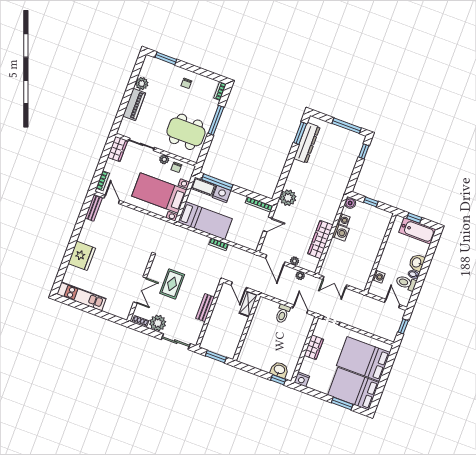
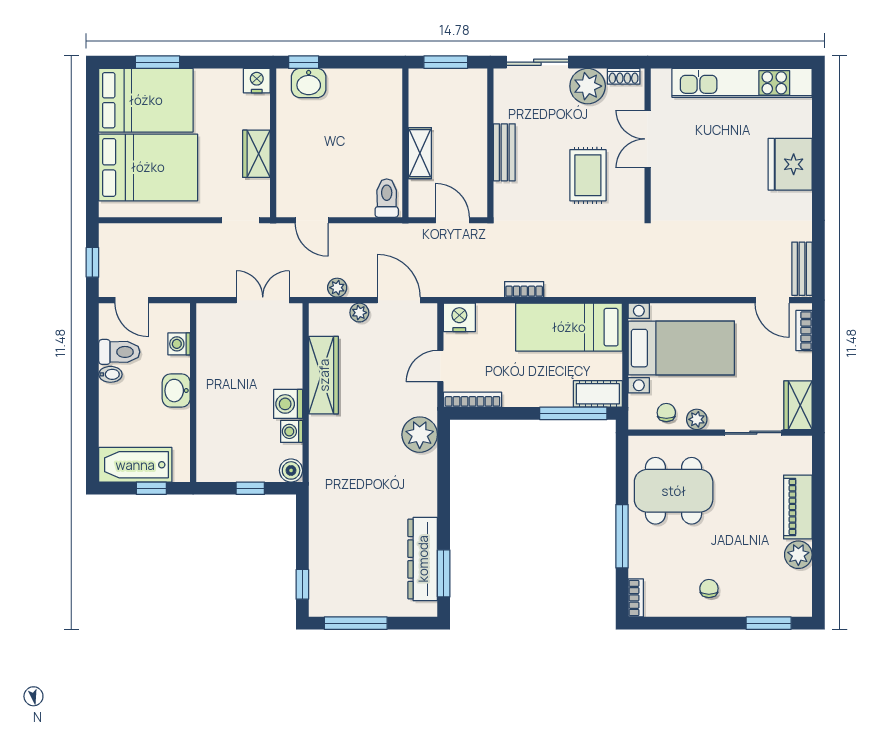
nightstand: (222, 194) -> (459, 317), moved, turned 180
washbasin: (417, 263) -> (176, 391), moved, turned 180
kitchen unit: (81, 296) -> (742, 83), width x1.36
shelving: (248, 304) -> (420, 153), moved
toilet: (283, 314) -> (387, 198), moved

